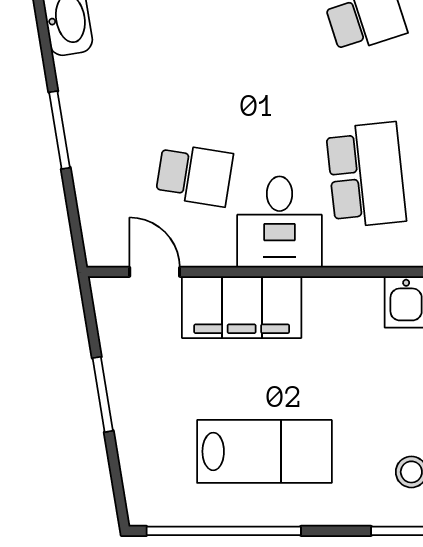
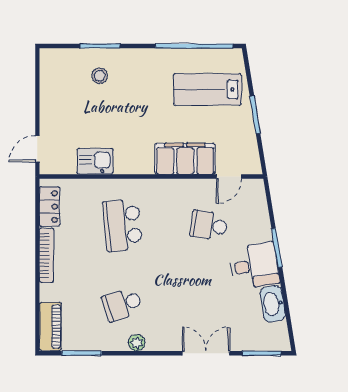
desk: (279, 222) -> (254, 266), moved, turned 81
door: (155, 272) -> (229, 176), hinge flipped
lab bench: (264, 451) -> (207, 89), moved

